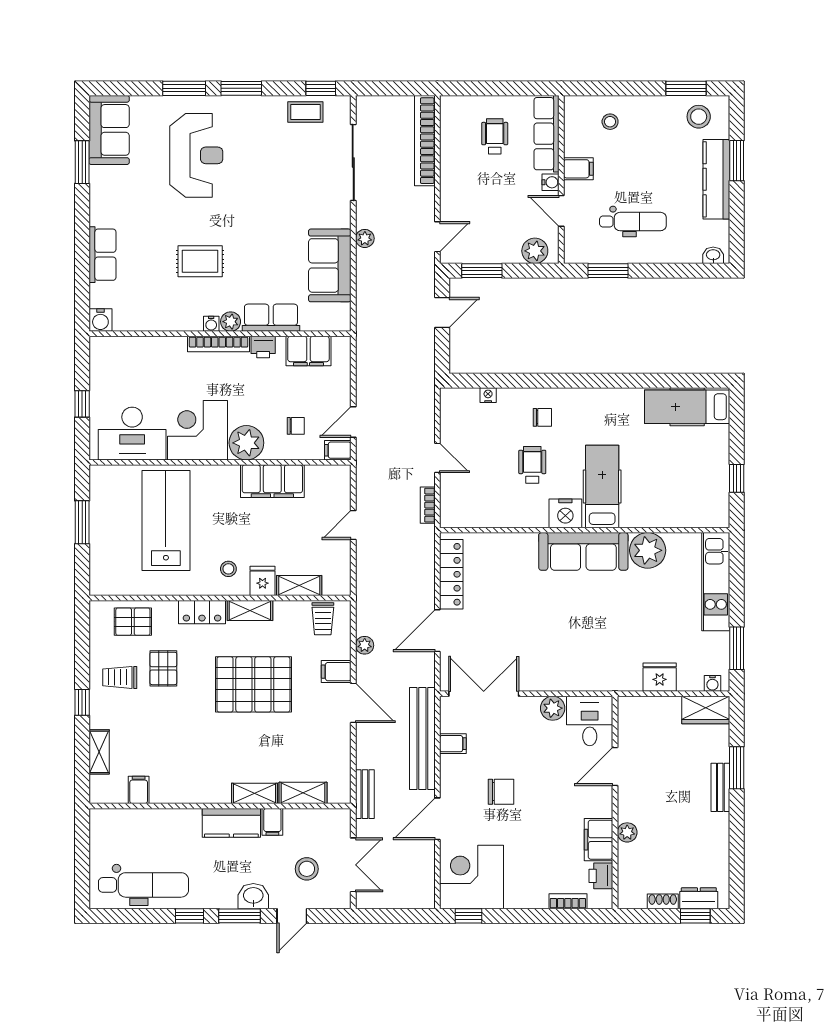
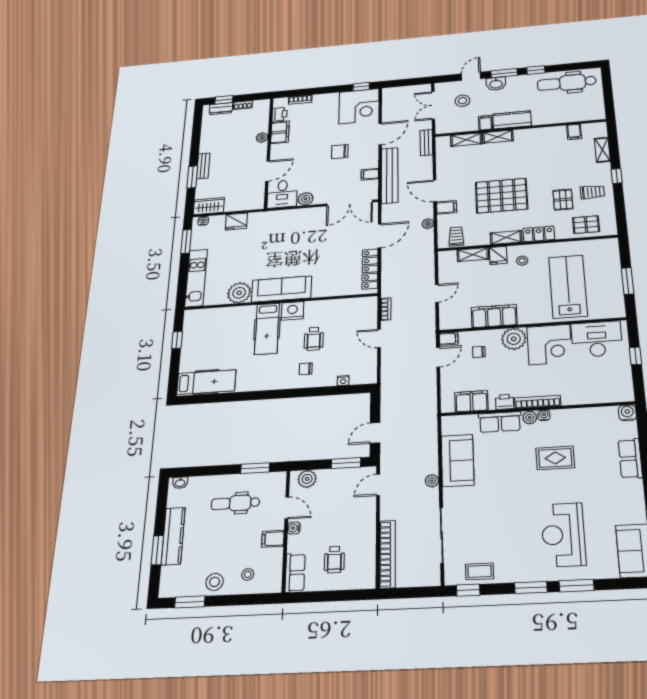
stool: (699, 117) -> (215, 582), moved
row of seats: (547, 134) -> (295, 573), width x0.68
lab bench: (166, 521) -> (568, 286), turned 180

